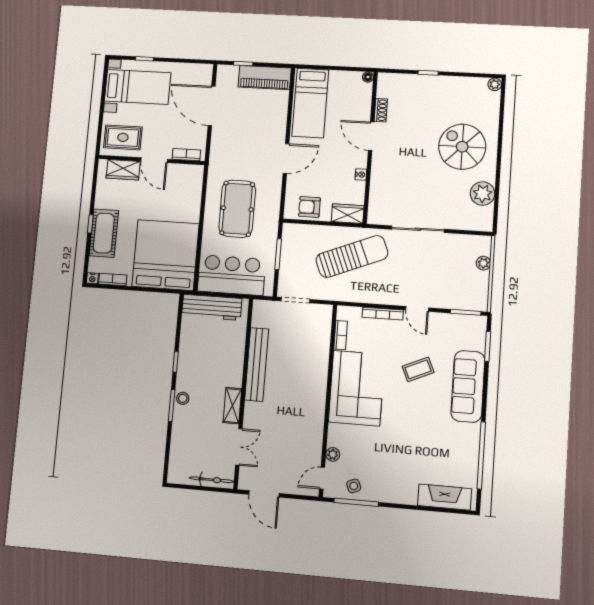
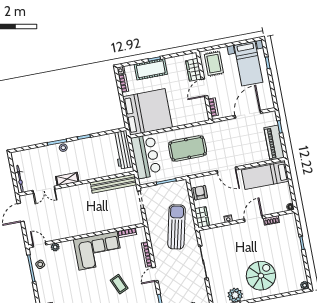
sun lounger: (352, 256) -> (176, 227), turned -145
bench: (257, 364) -> (113, 184), moved

